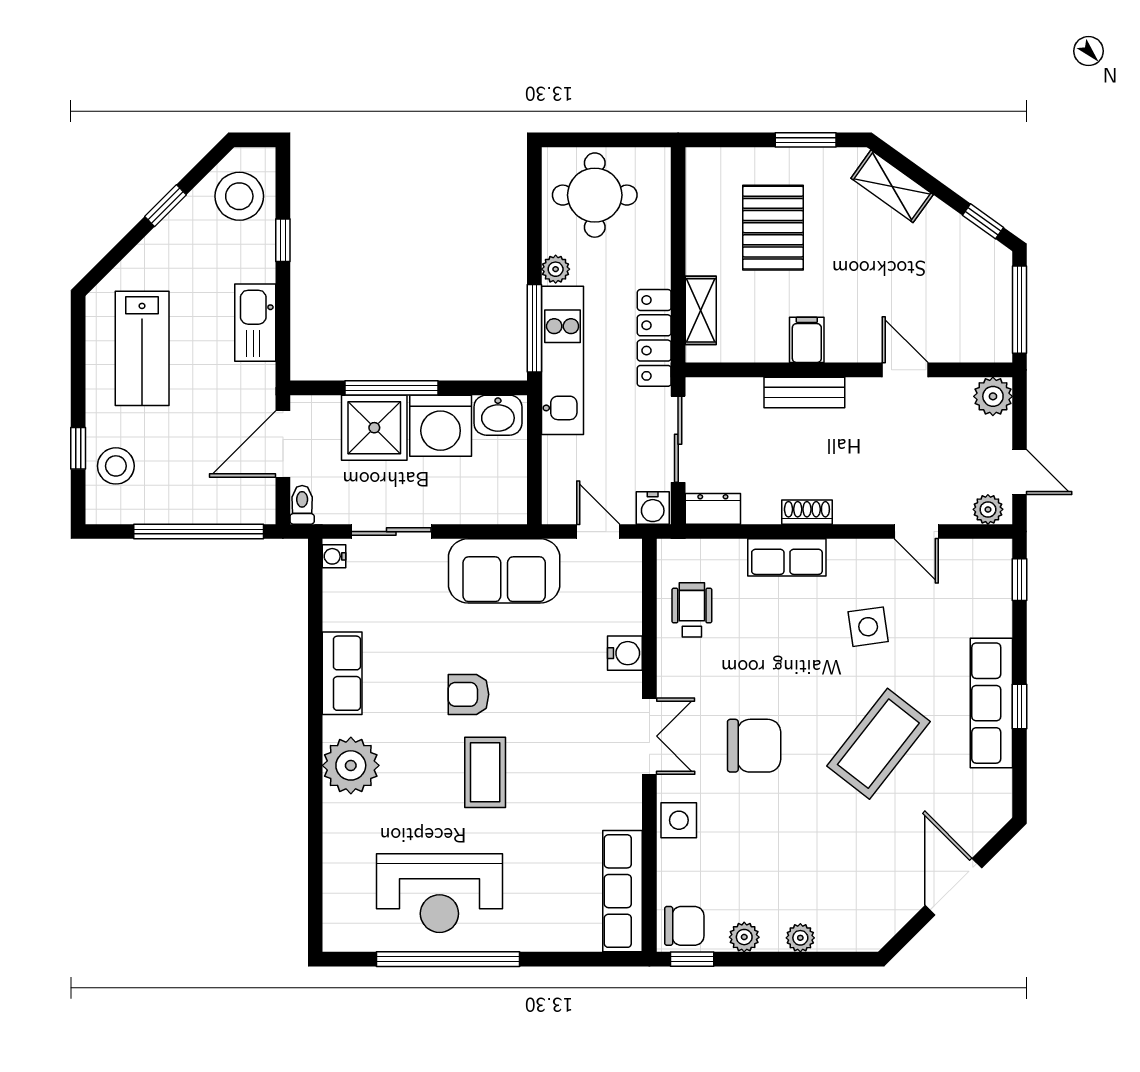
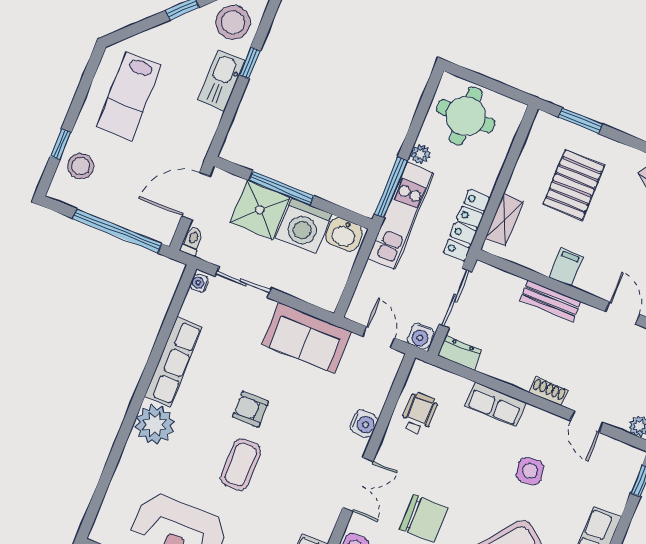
window: (806, 140) -> (580, 121), moved
kitchen sink: (255, 323) -> (222, 80), moved
shoe rack: (807, 512) -> (548, 391), moved
row of seats: (342, 673) -> (174, 362), width x1.48

